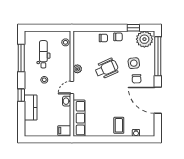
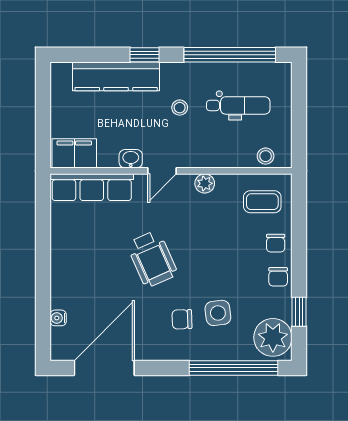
window: (21, 58) -> (230, 55), width x1.46
wheelchair: (107, 69) -> (152, 259), moved
door: (72, 87) -> (162, 171), swing flipped
door: (158, 100) -> (104, 368), moved
kitchen counter: (31, 108) -> (116, 76), width x1.50
coffee table: (119, 125) -> (262, 202), moved
filing cabinet: (64, 131) -> (74, 153), width x2.00

